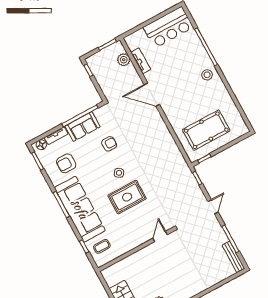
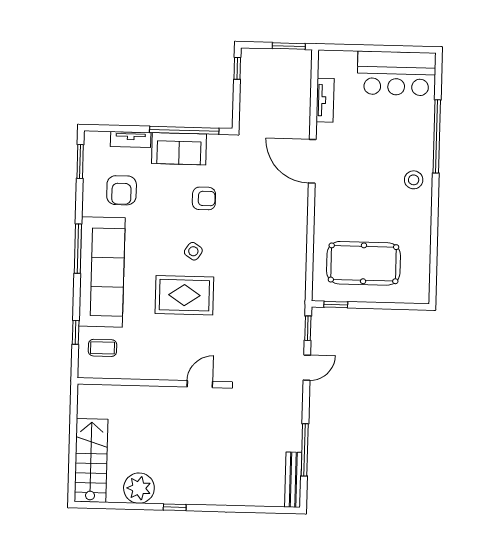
plant: (124, 60) -> (300, 83), removed
floor lamp: (41, 145) -> (100, 140), removed
armchair: (66, 163) -> (122, 190), turned -90
door: (213, 207) -> (307, 368), moved

